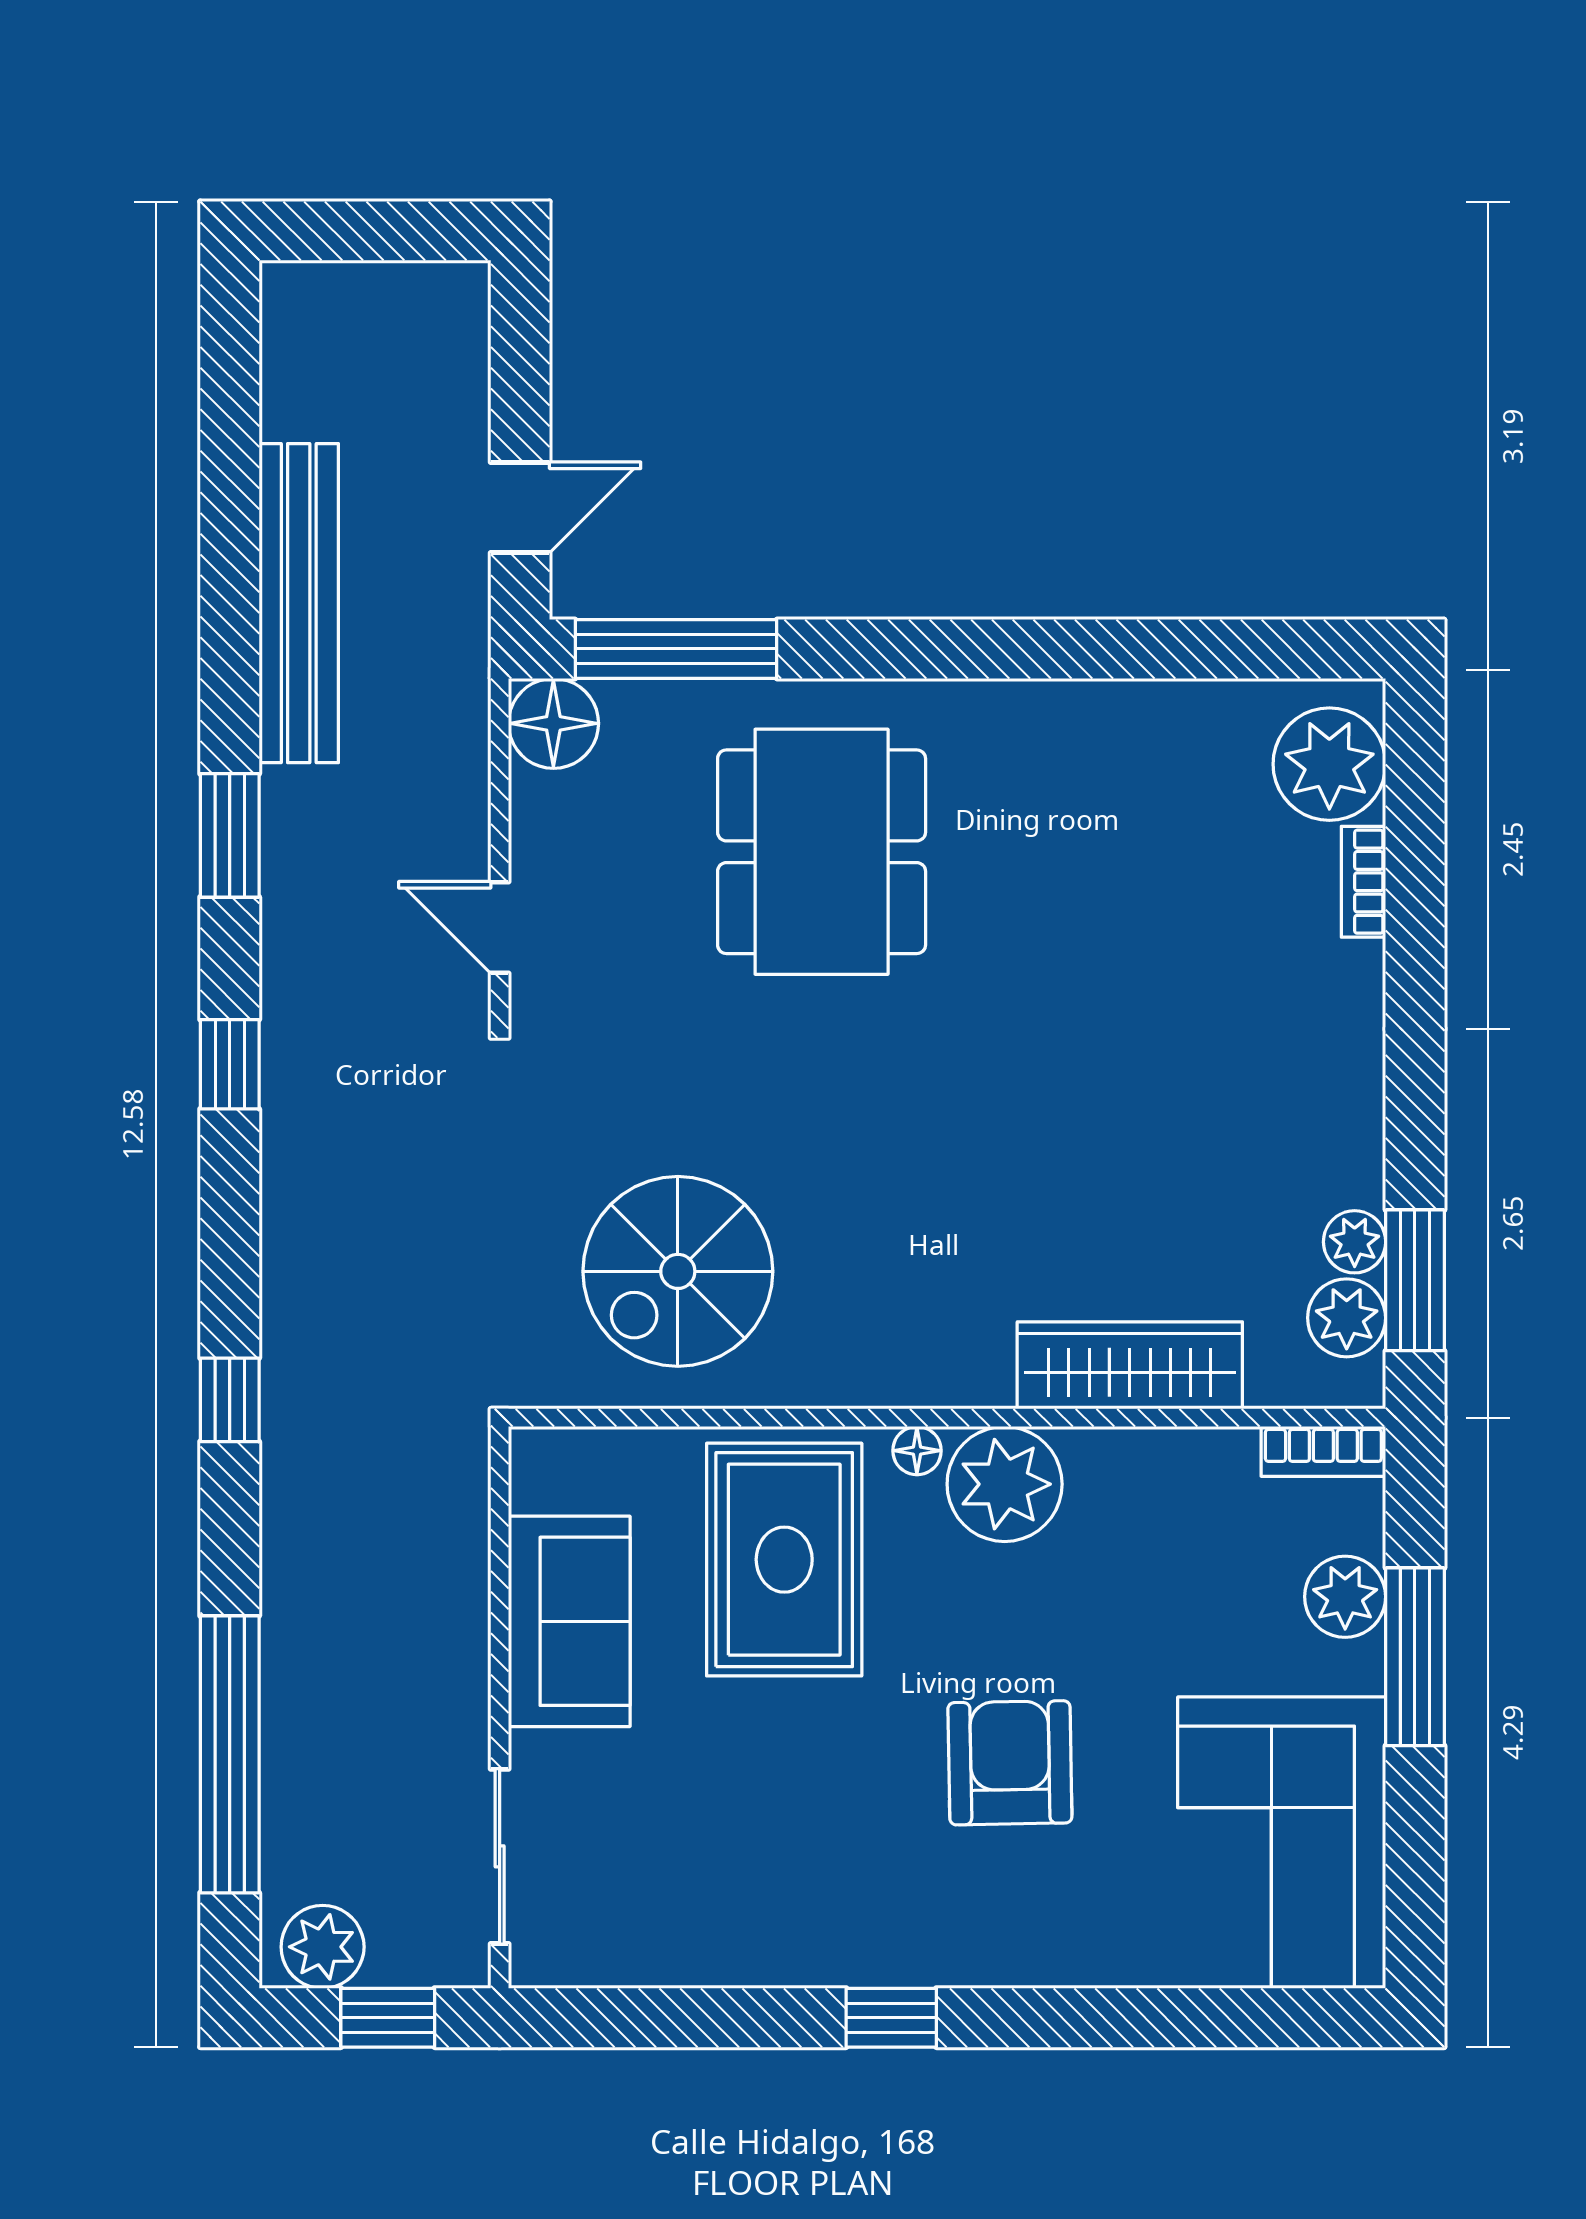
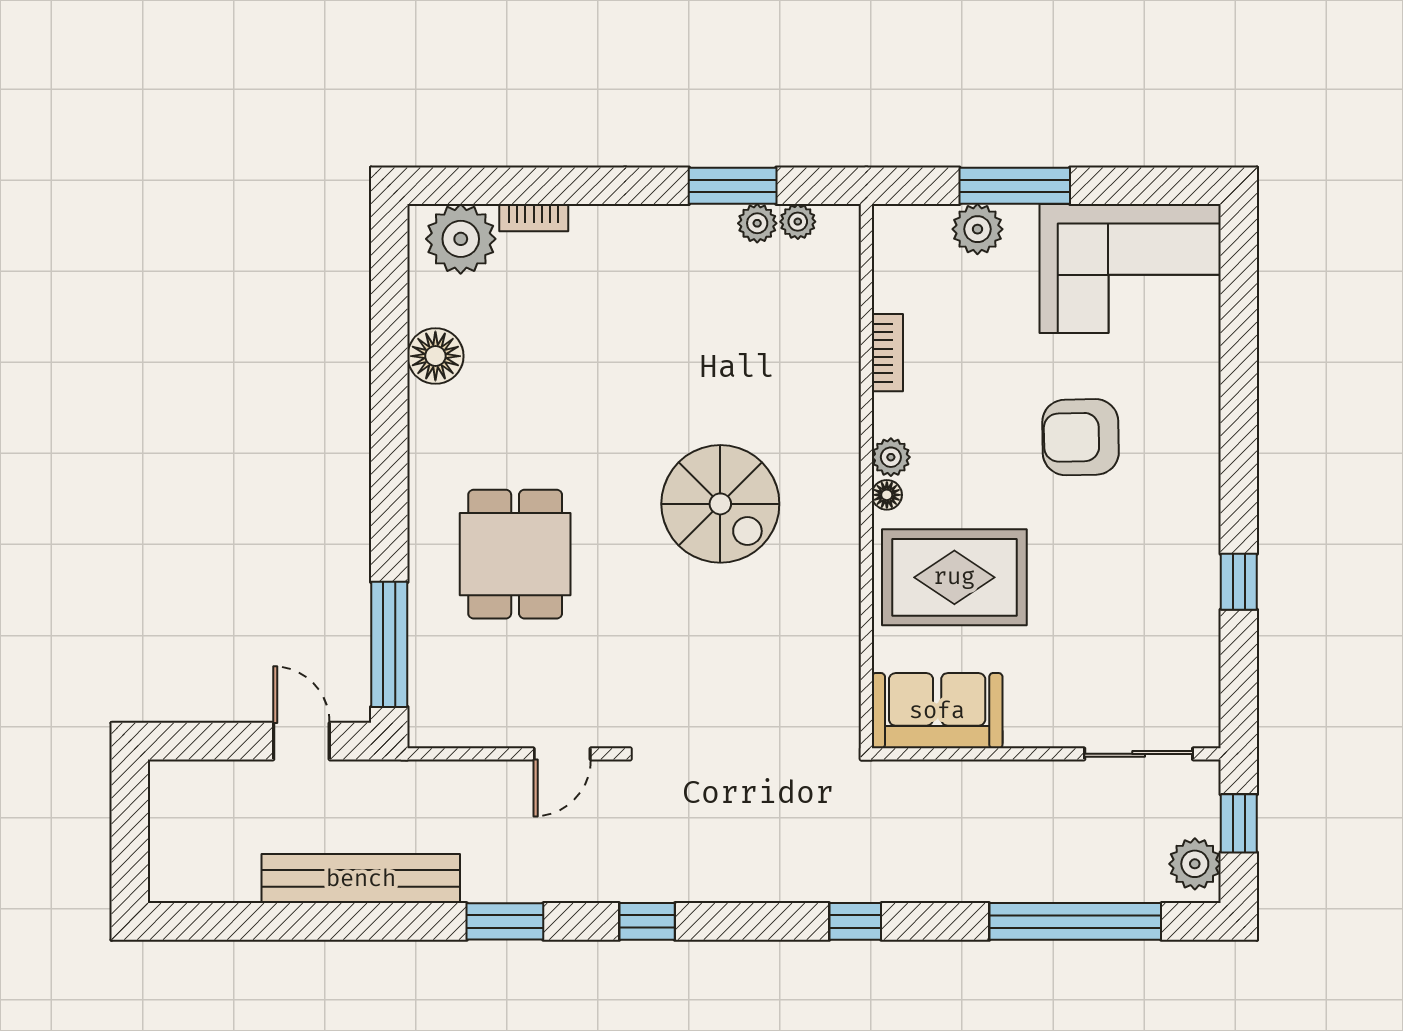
floor lamp: (553, 723) -> (435, 356), moved
dining table: (822, 852) -> (515, 554), width x0.73
spiral stairs: (678, 1271) -> (720, 504), moved
window: (1415, 1280) -> (733, 186), moved
plant: (1347, 1318) -> (798, 222), width x0.73, depth x0.73
wardrobe: (1130, 1365) -> (834, 363), removed
bookcase: (1323, 1451) -> (887, 353), moved
plant: (1005, 1484) -> (891, 457), width x0.53, depth x0.53
sofa: (569, 1621) -> (937, 711), moved
window: (891, 2018) -> (1239, 582), moved

